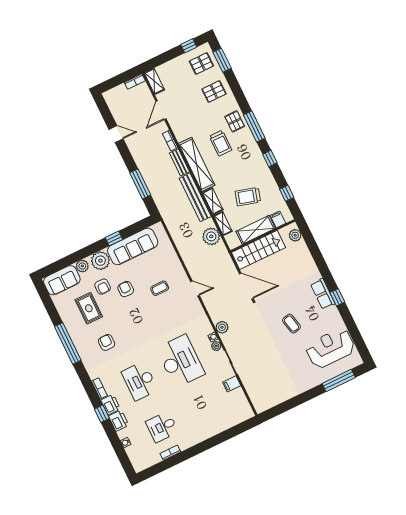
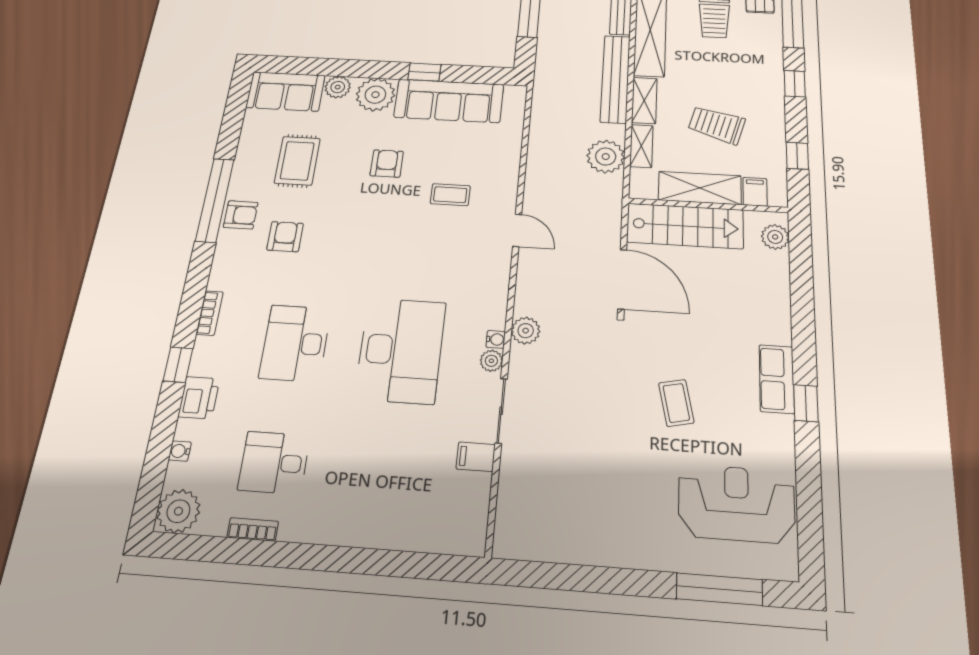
armchair: (103, 287) -> (241, 215), moved, turned -90
printer: (110, 405) -> (207, 356), removed
plant: (140, 462) -> (178, 511), added

